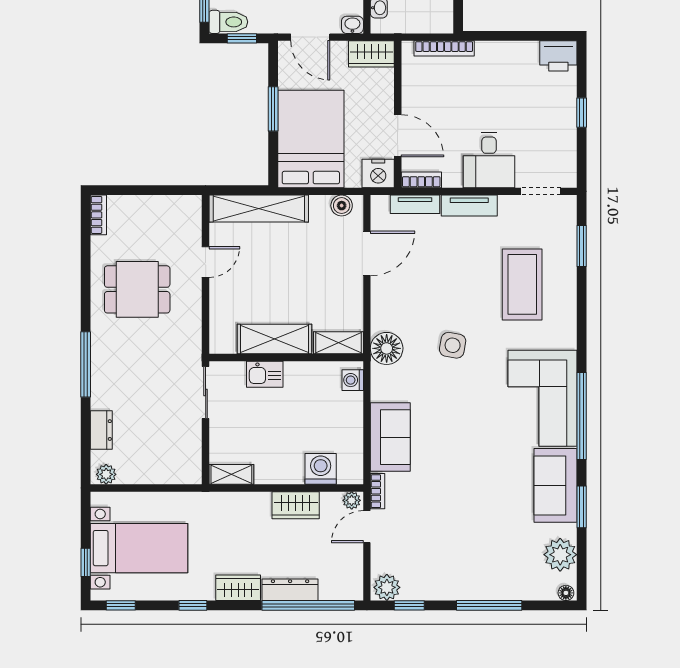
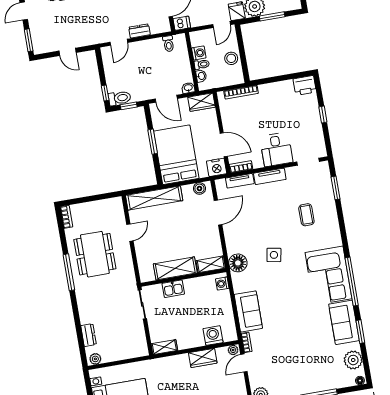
coffee table: (522, 284) -> (306, 215), width x0.54, depth x0.58
dining table: (137, 289) -> (95, 254), width x1.38
window: (86, 364) -> (69, 272), moved

